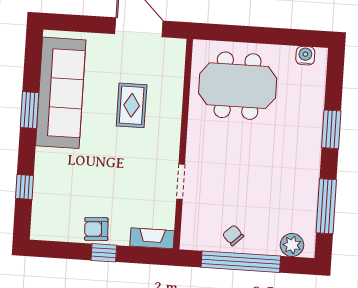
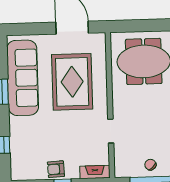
rug: (132, 105) -> (72, 82), width x1.86, depth x2.06

